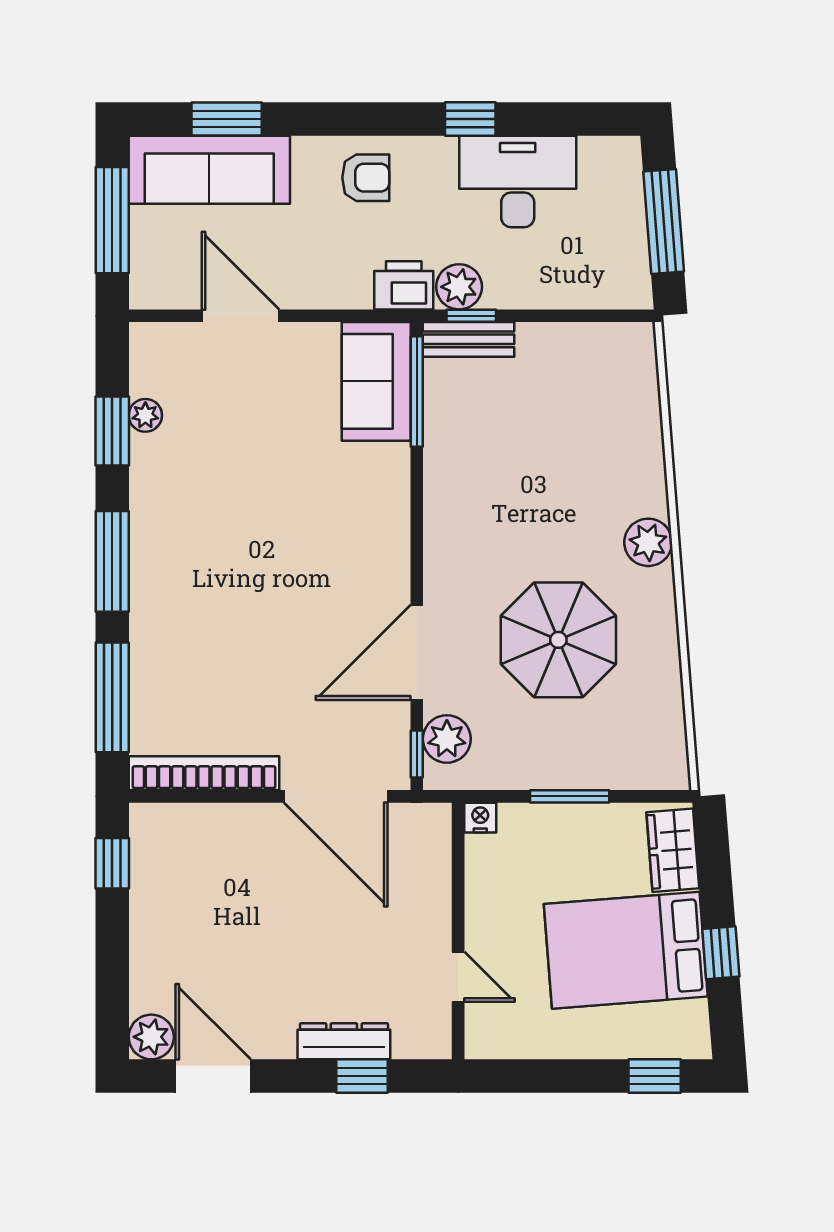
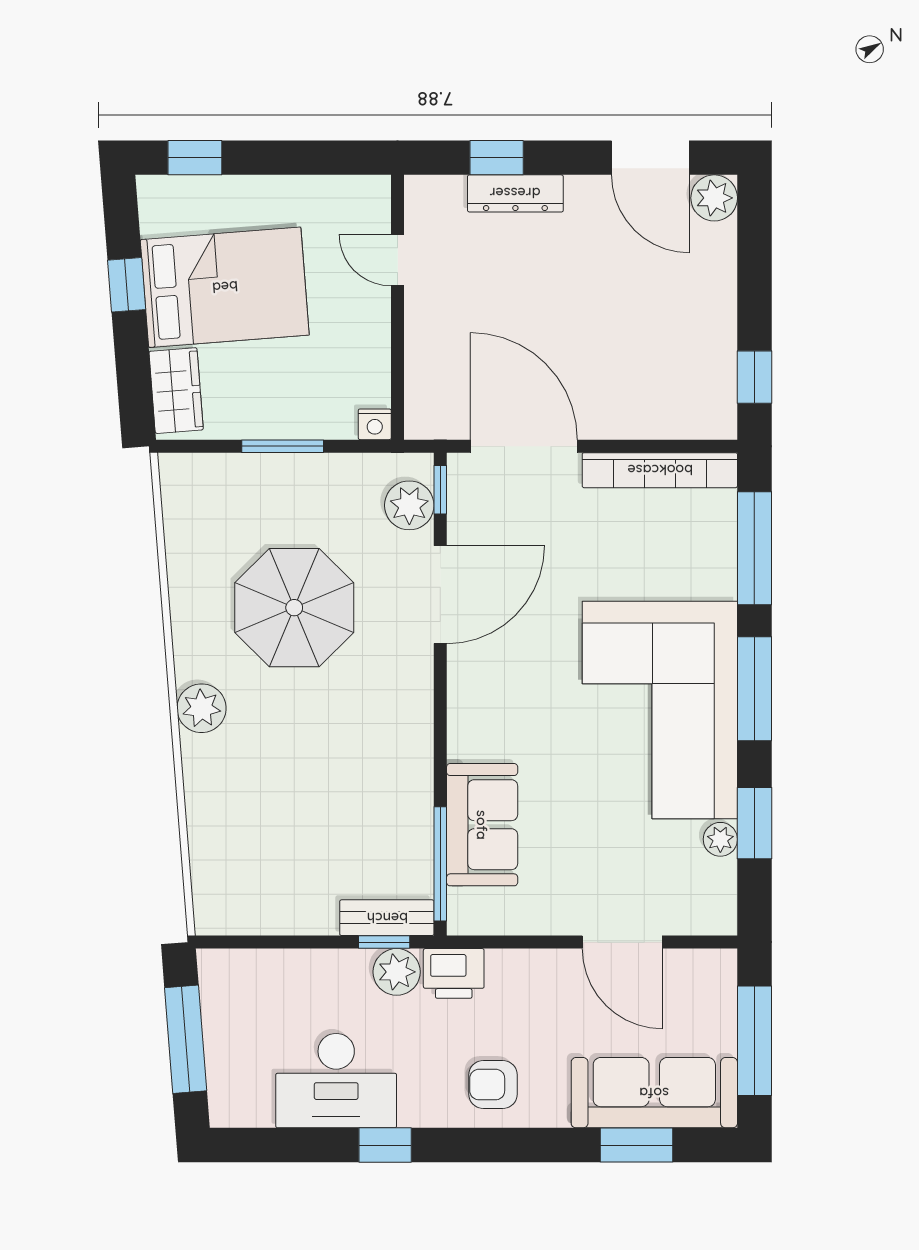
sofa: (376, 381) -> (482, 825), moved
corner sofa: (204, 541) -> (660, 710), added

